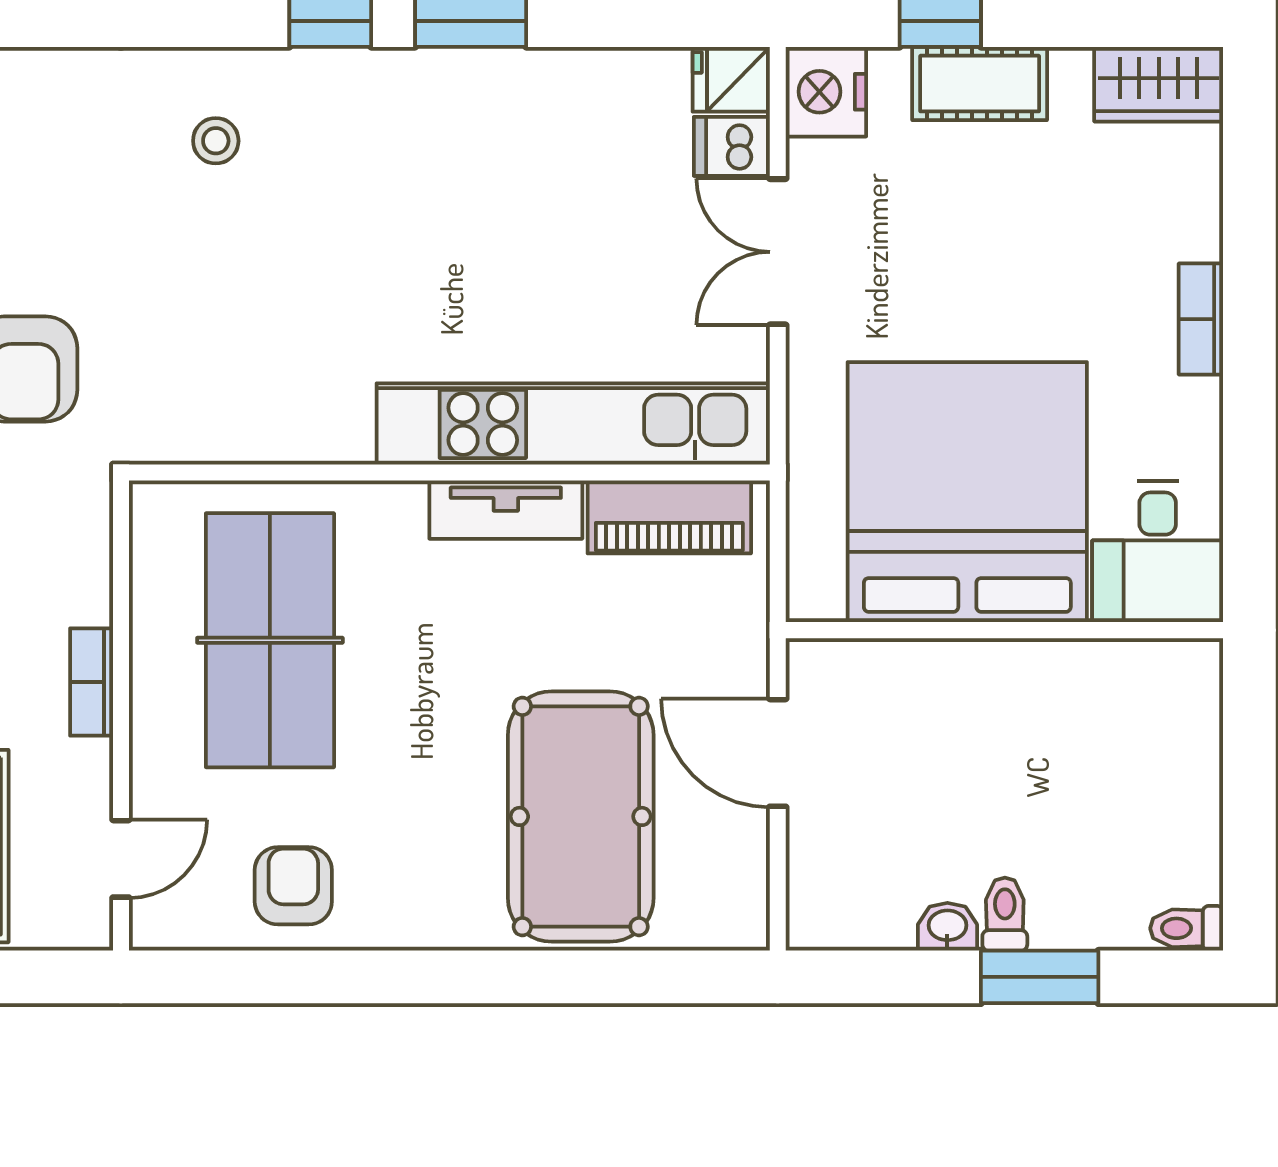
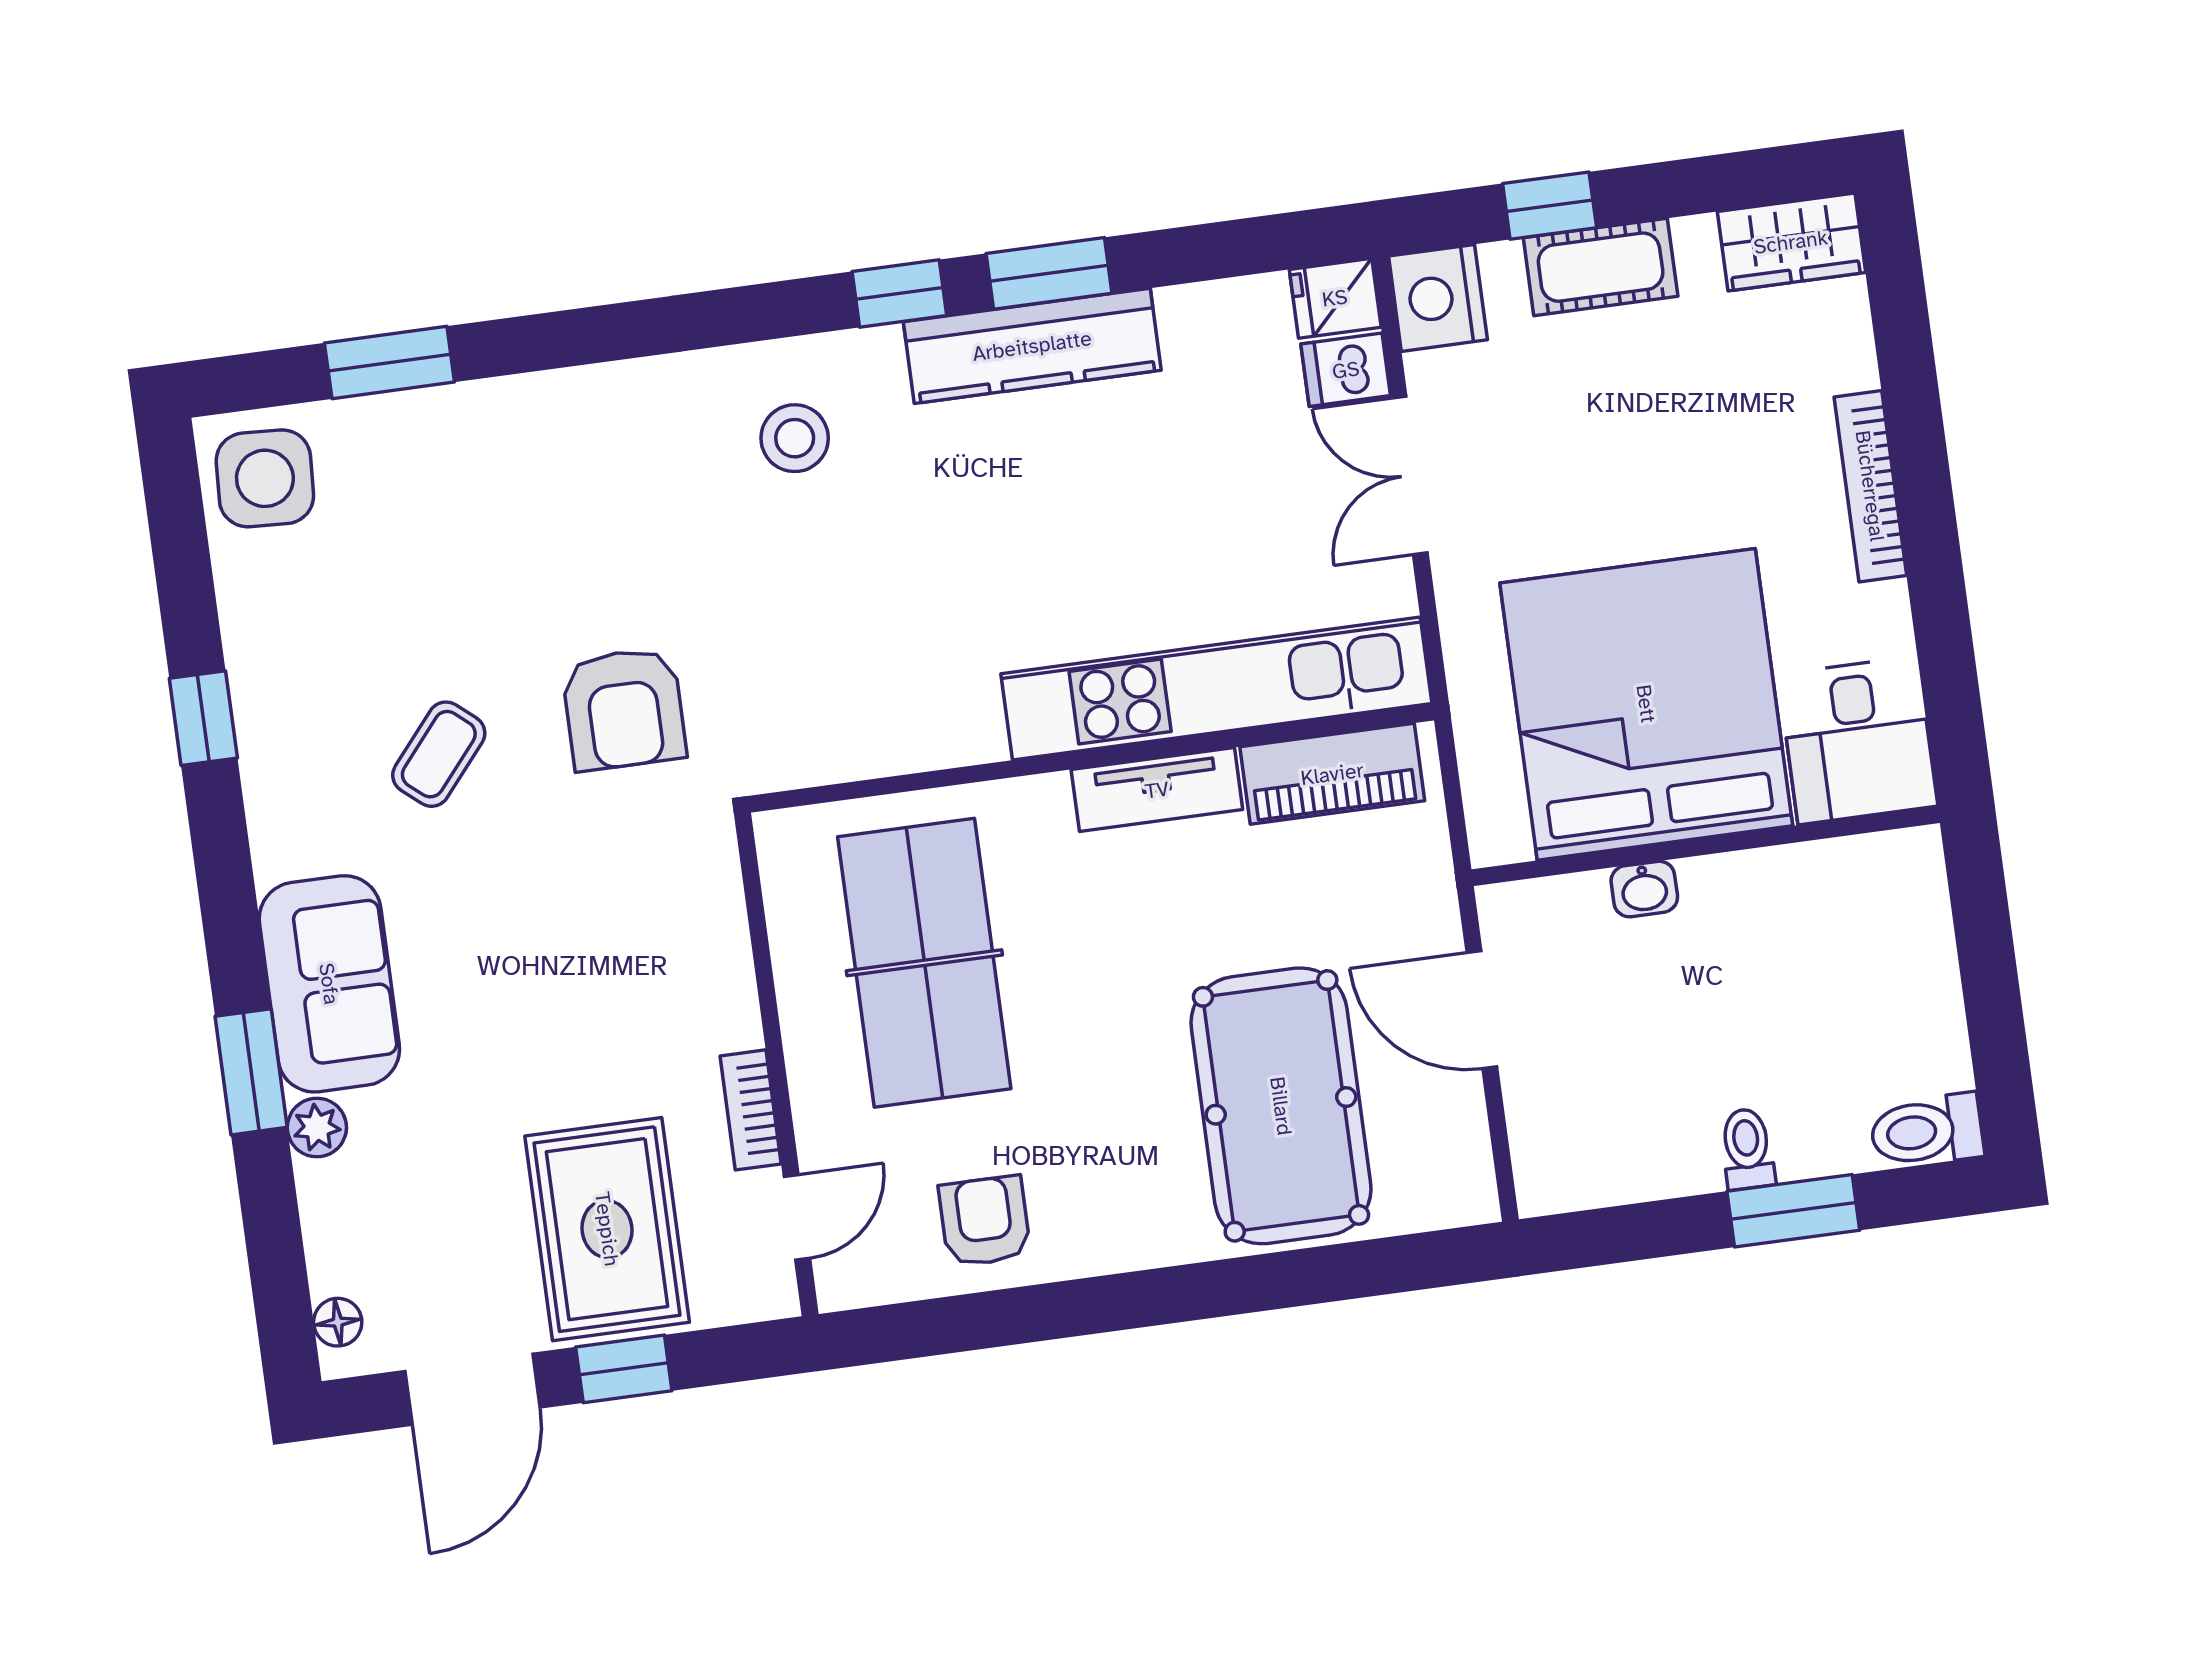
kitchen counter: (446, 85) -> (1032, 346), added
stool: (216, 141) -> (795, 438), width x1.37, depth x1.37
bookcase: (1201, 319) -> (1870, 486), width x1.56
bookcase: (92, 682) -> (751, 1110), moved
washbasin: (947, 927) -> (1644, 889), moved, turned 180
toilet: (1187, 928) -> (1927, 1131), width x1.37, depth x1.39

